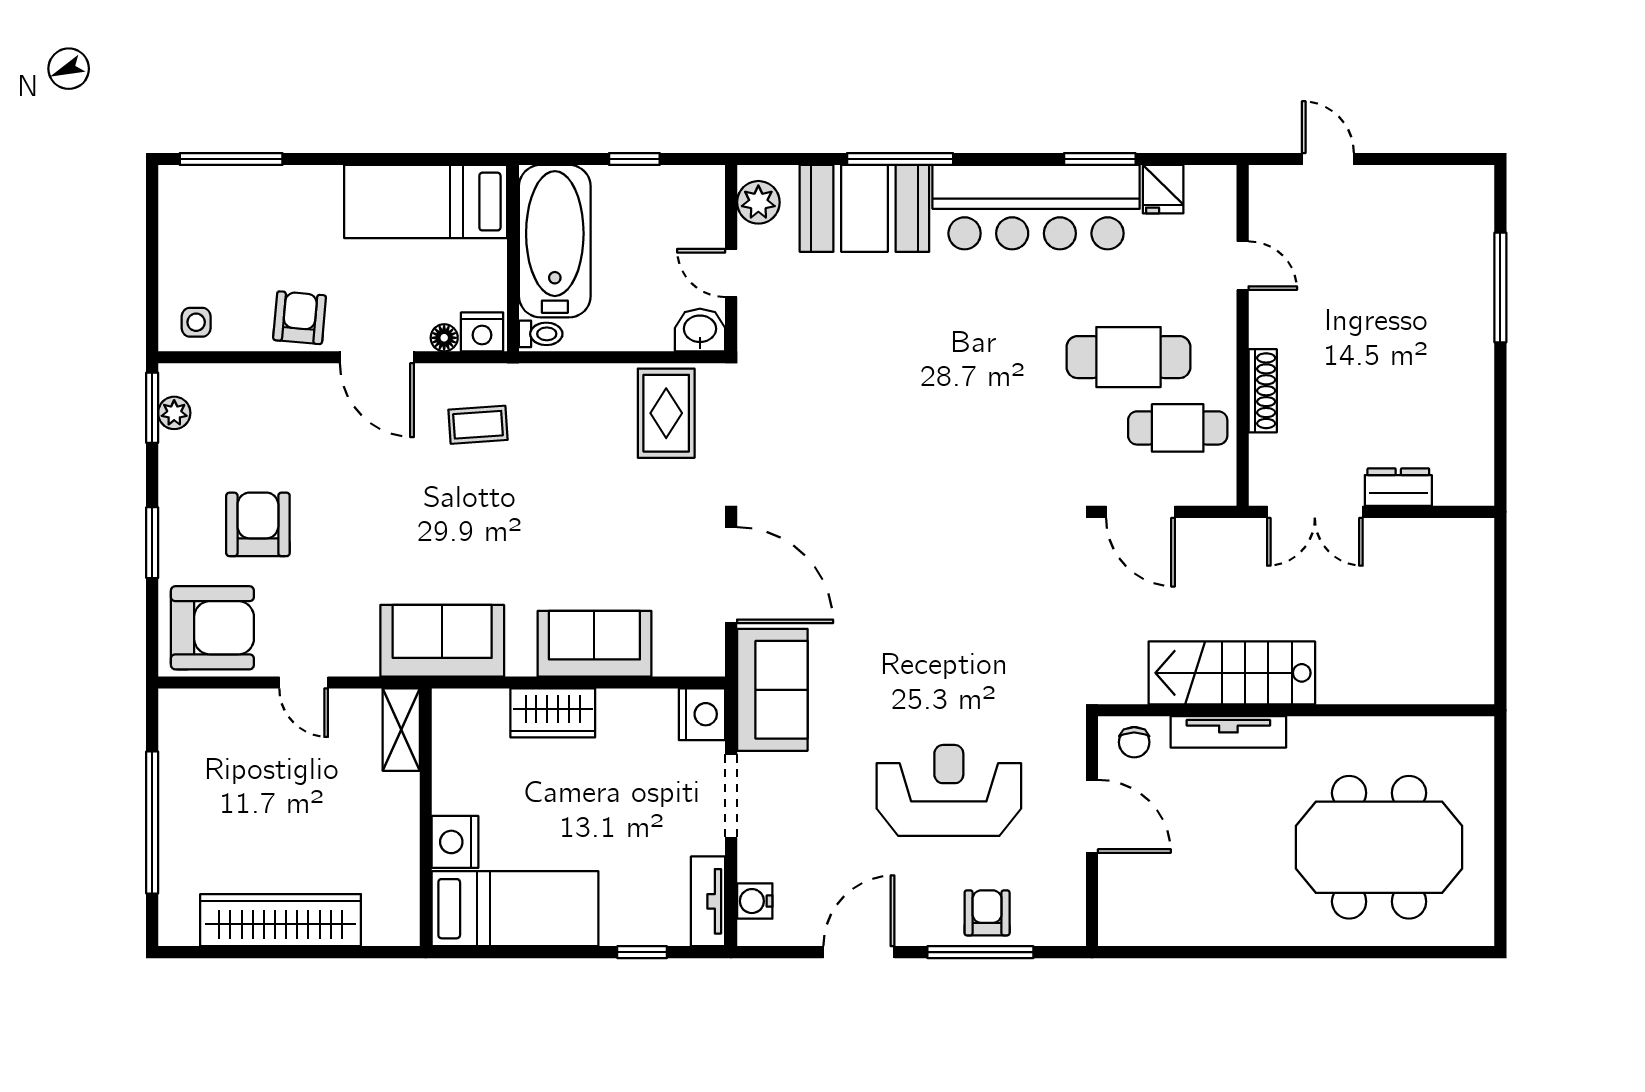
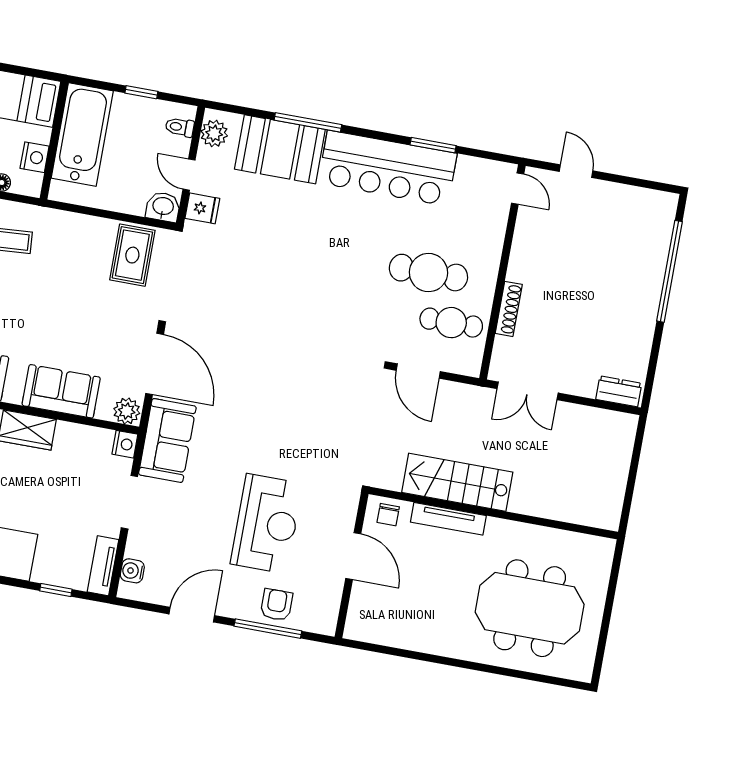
fridge: (1163, 189) -> (202, 208), moved, turned -90
door: (1243, 266) -> (518, 189), moved
window: (1500, 287) -> (669, 271), width x1.46
nightstand: (482, 332) -> (35, 157), moved, turned -90
toilet: (541, 334) -> (180, 127), moved, turned 180
dresser: (1398, 487) -> (619, 391), moved
plant: (701, 656) -> (127, 411), added
nightstand: (702, 714) -> (125, 444), width x0.74, depth x0.75
reception desk: (949, 790) -> (267, 524), turned 90

